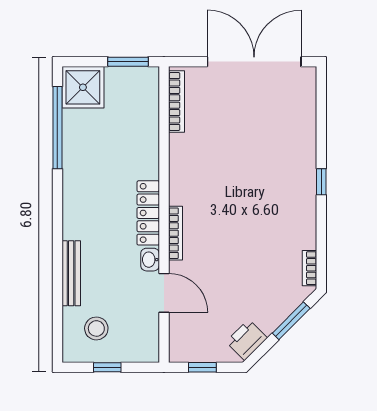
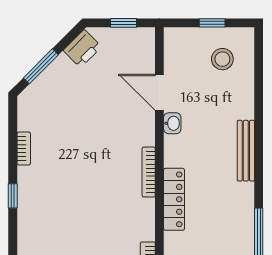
locker: (148, 213) -> (174, 199), moved
bookcase: (175, 233) -> (149, 172), moved
bookcase: (310, 268) -> (24, 148), moved
bench: (71, 273) -> (246, 151), moved

